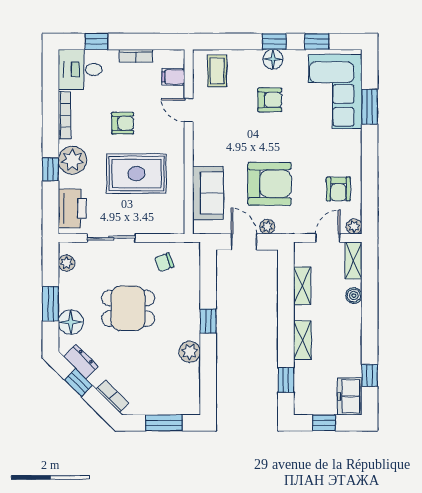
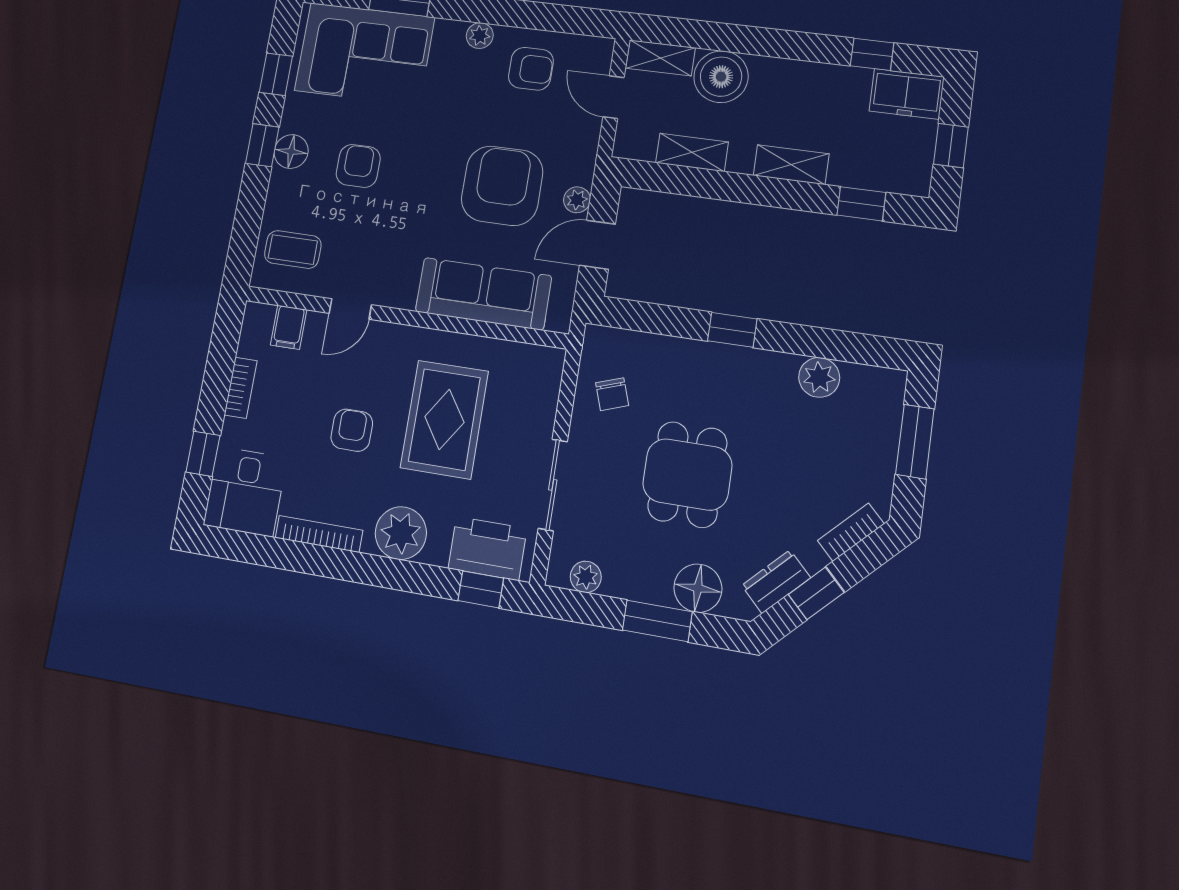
window: (50, 169) -> (481, 589), moved
sofa: (208, 193) -> (483, 294), width x1.36
plant: (354, 226) -> (480, 36), moved
boiler: (354, 296) -> (721, 77), width x1.86, depth x1.86
plant: (190, 352) -> (819, 377), moved

